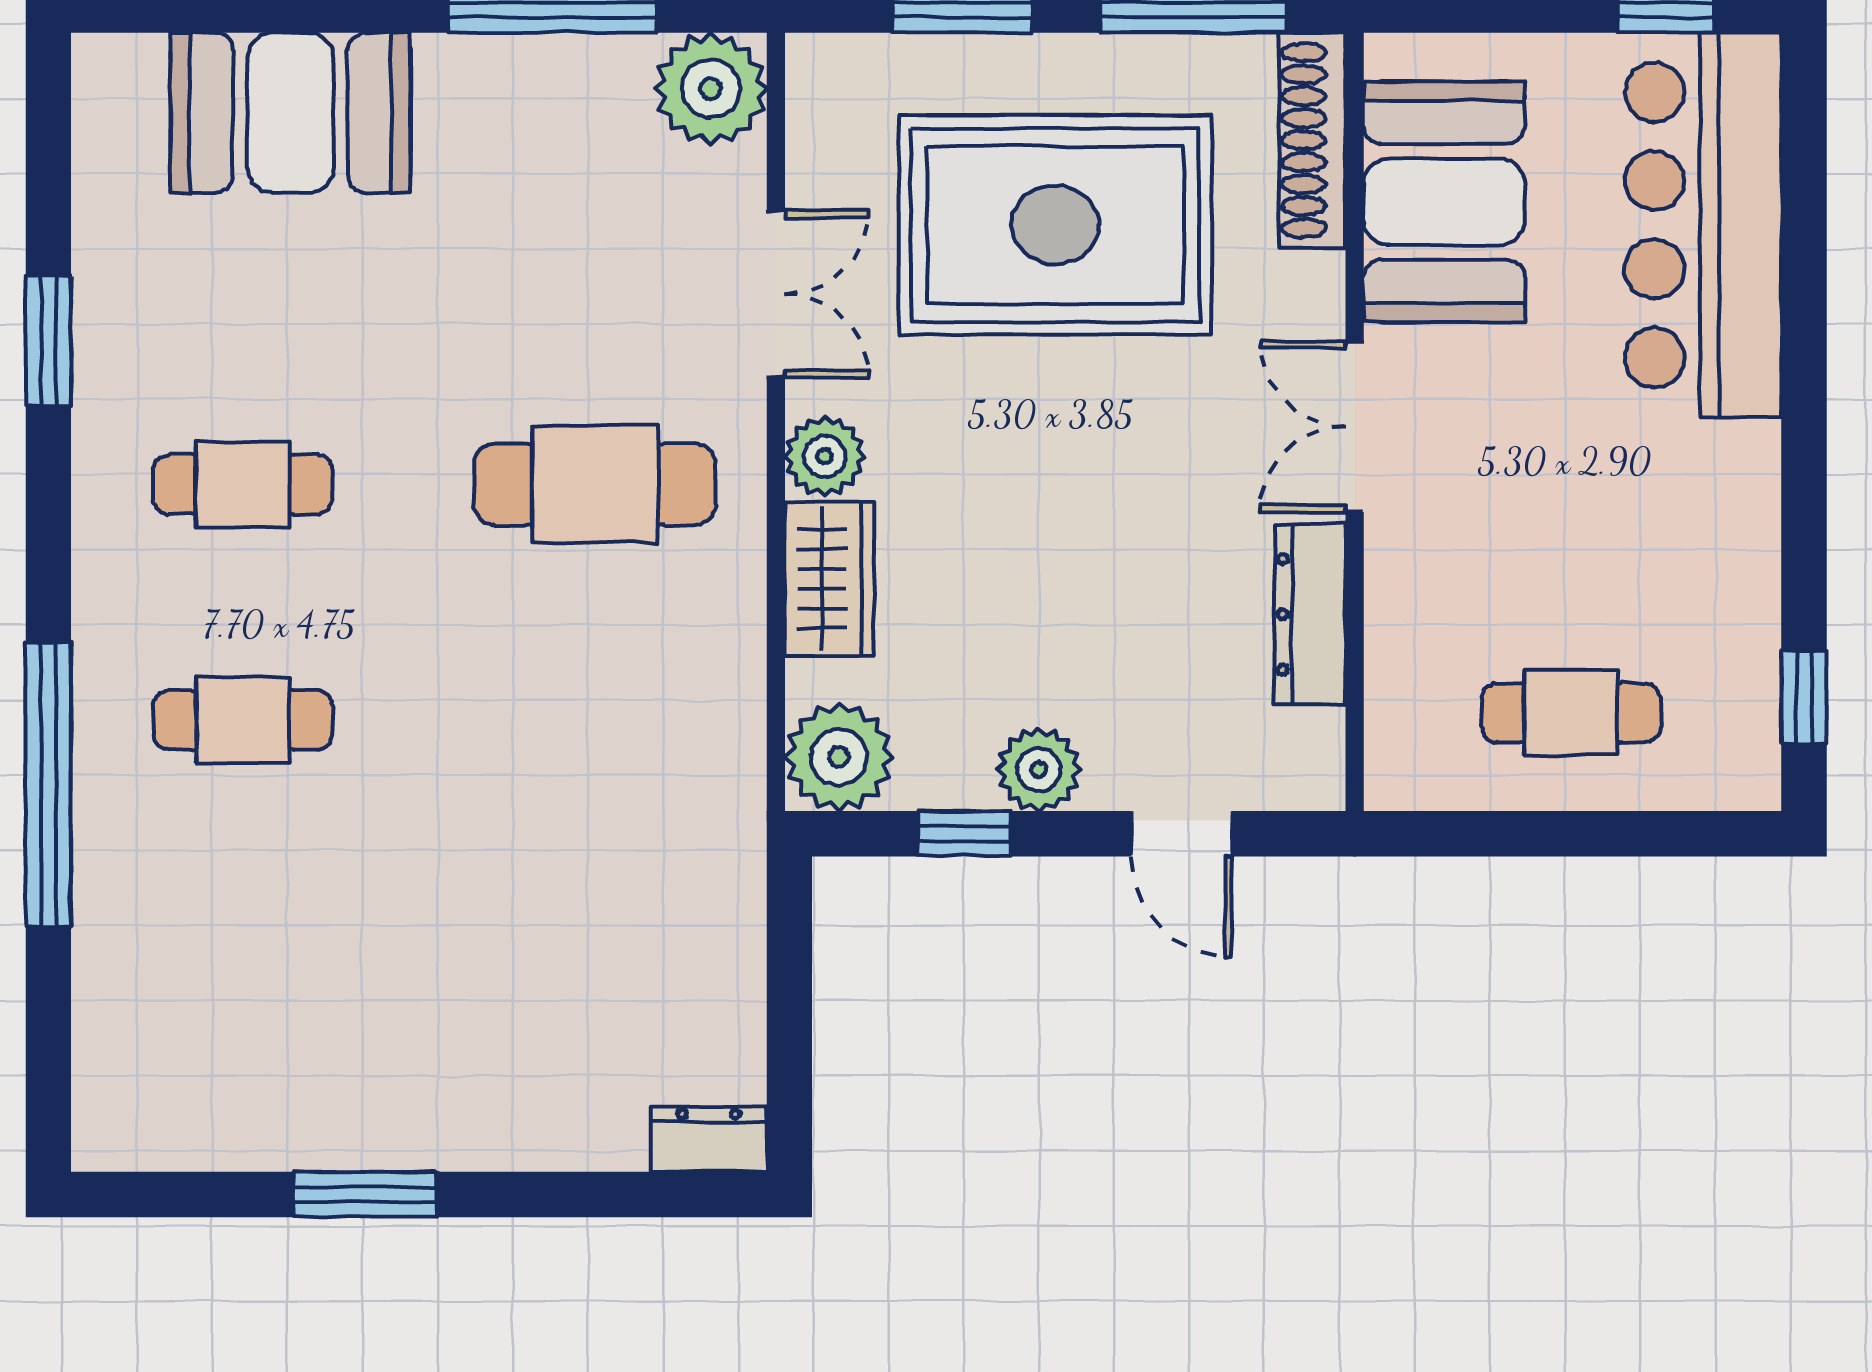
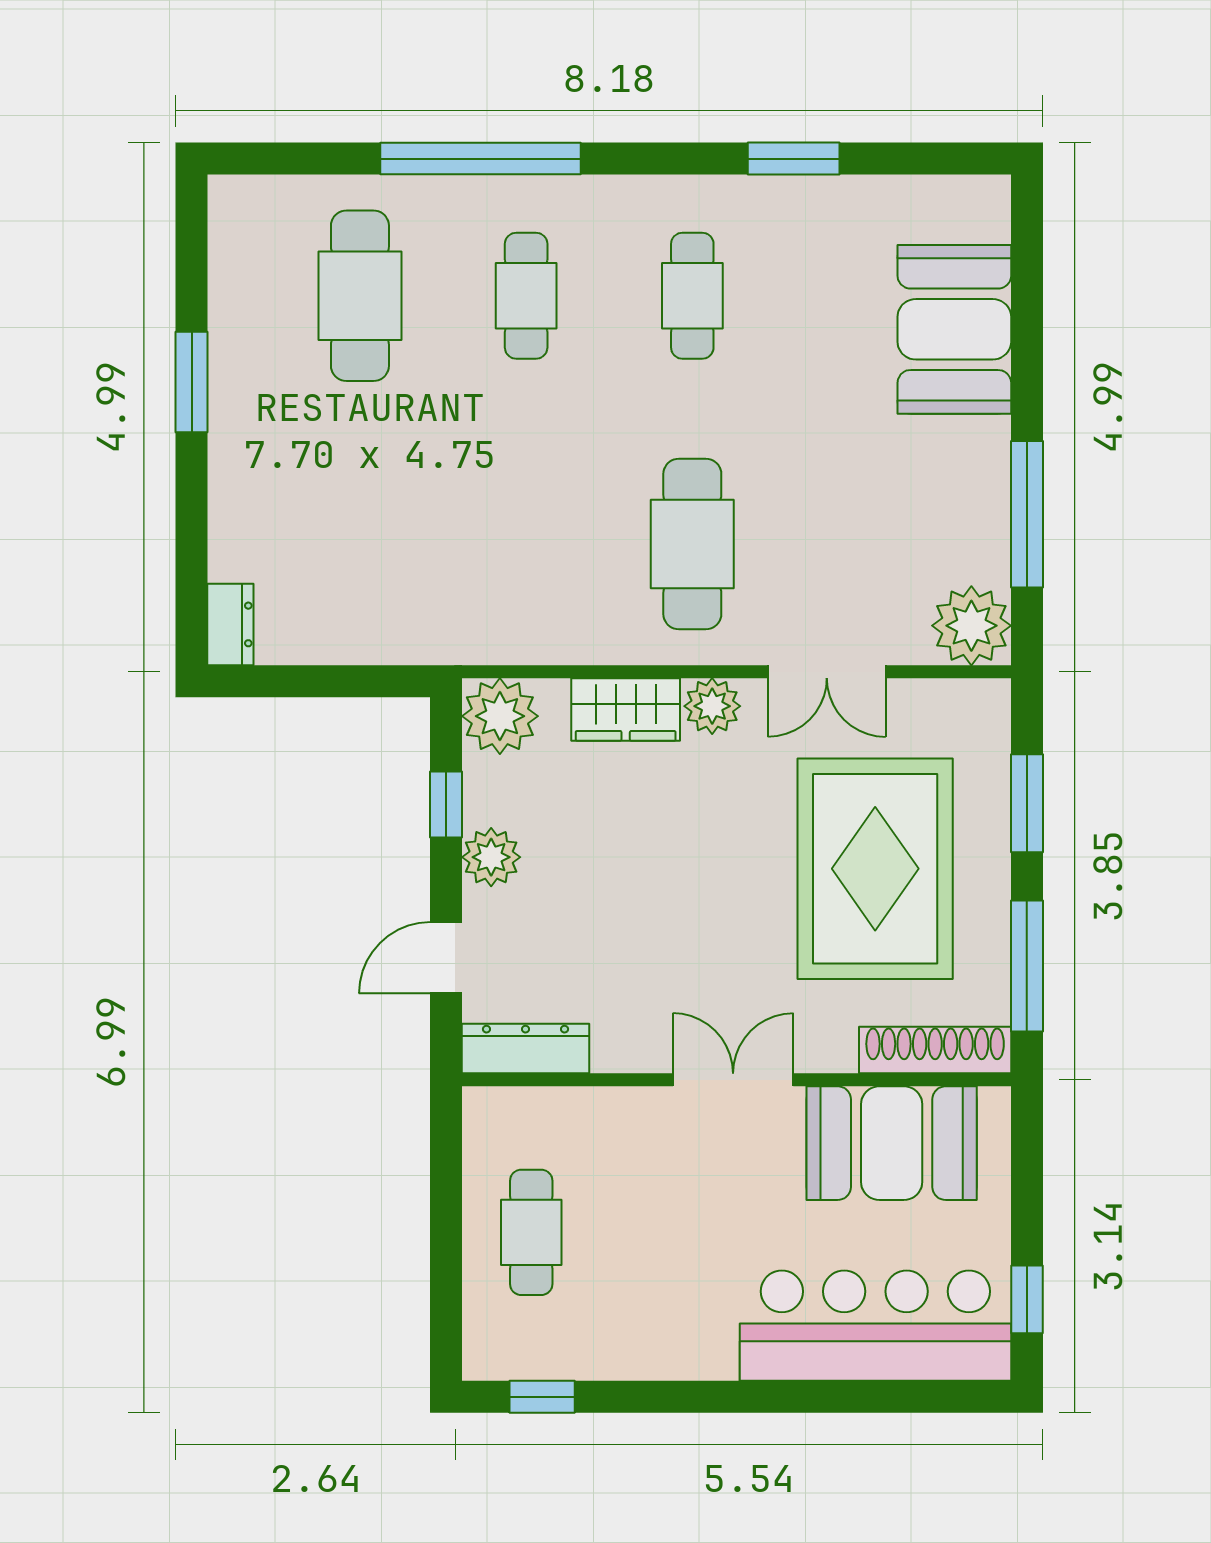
dresser: (1310, 614) -> (525, 1049), moved
cafe table: (243, 956) -> (360, 296), added

